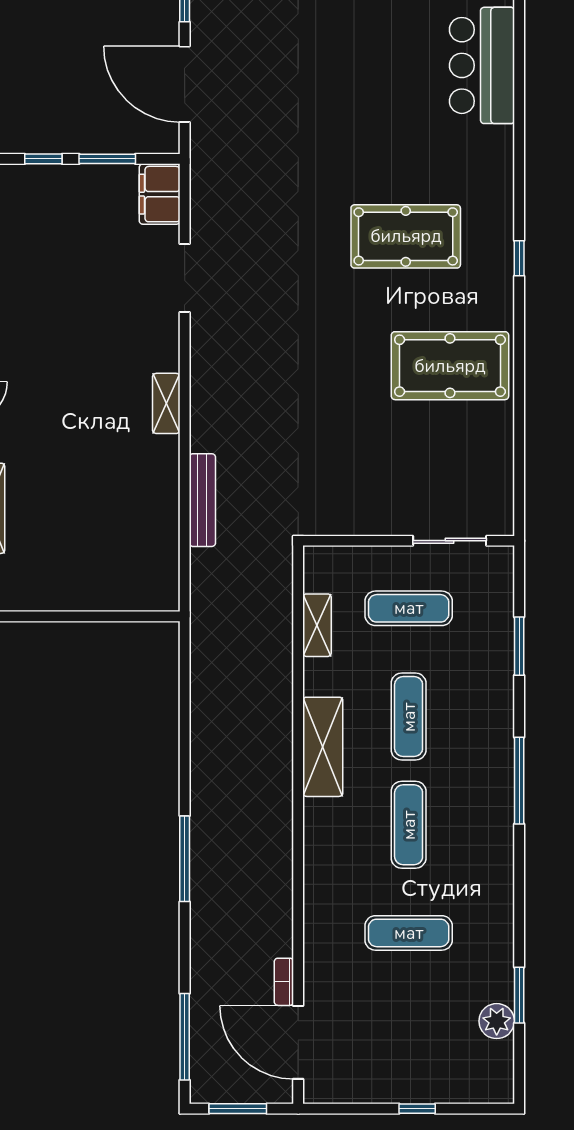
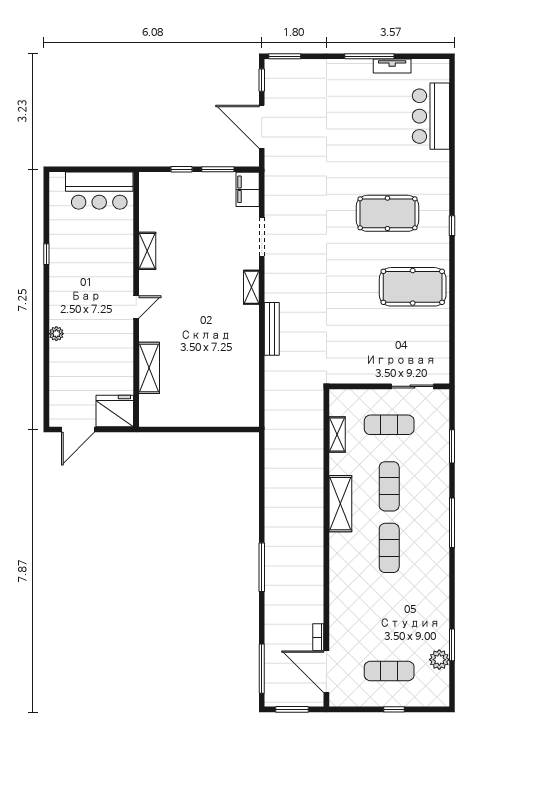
shelving: (166, 403) -> (251, 287), moved
bench: (202, 500) -> (272, 329), moved
exercise mat: (409, 933) -> (389, 671), moved

